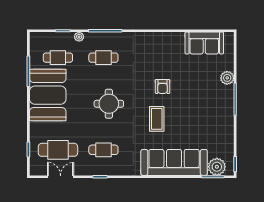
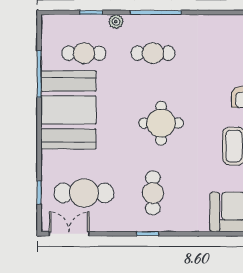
cafe table: (103, 150) -> (153, 193), turned 90
double door: (61, 177) -> (69, 234), moved

